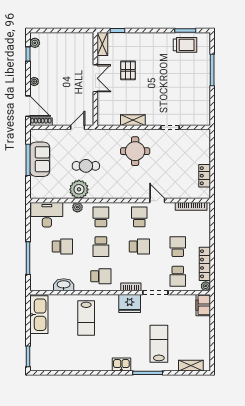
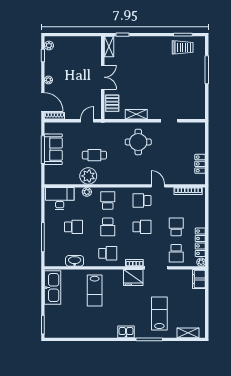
pallet: (128, 70) -> (112, 103), moved
school desk: (139, 217) -> (142, 200), turned -90

